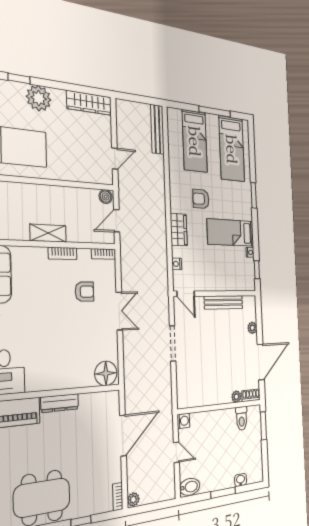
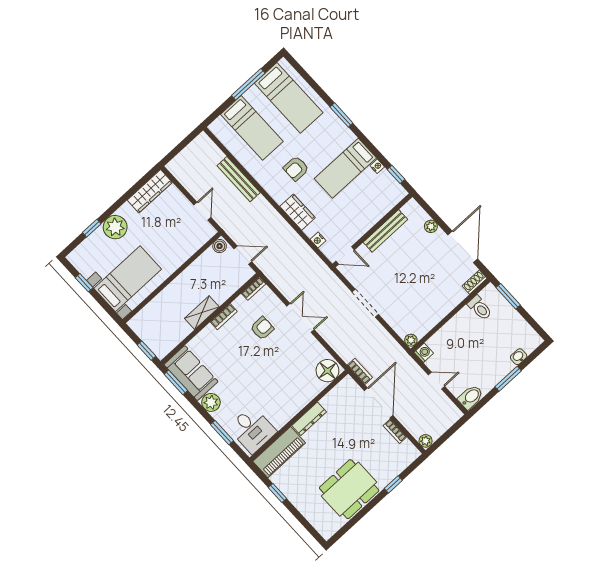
bench: (157, 129) -> (239, 179), moved
door: (117, 221) -> (243, 255), swing flipped
bookcase: (129, 396) -> (360, 371), added
plant: (236, 397) -> (411, 340), moved
bookcase: (118, 497) -> (395, 431), moved

